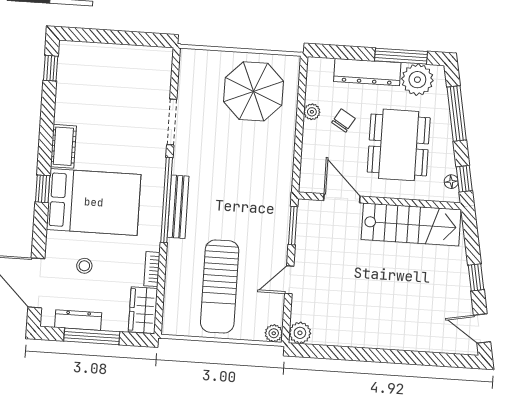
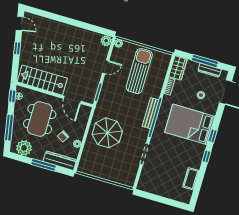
window: (401, 56) -> (44, 165), moved
window: (51, 68) -> (206, 157), moved
dresser: (367, 72) -> (60, 161), moved
parasol: (254, 91) -> (107, 133), moved
cot: (63, 146) -> (191, 179), moved

